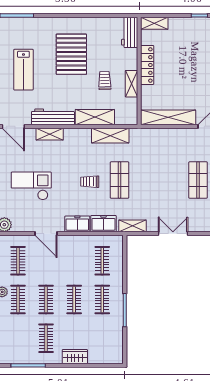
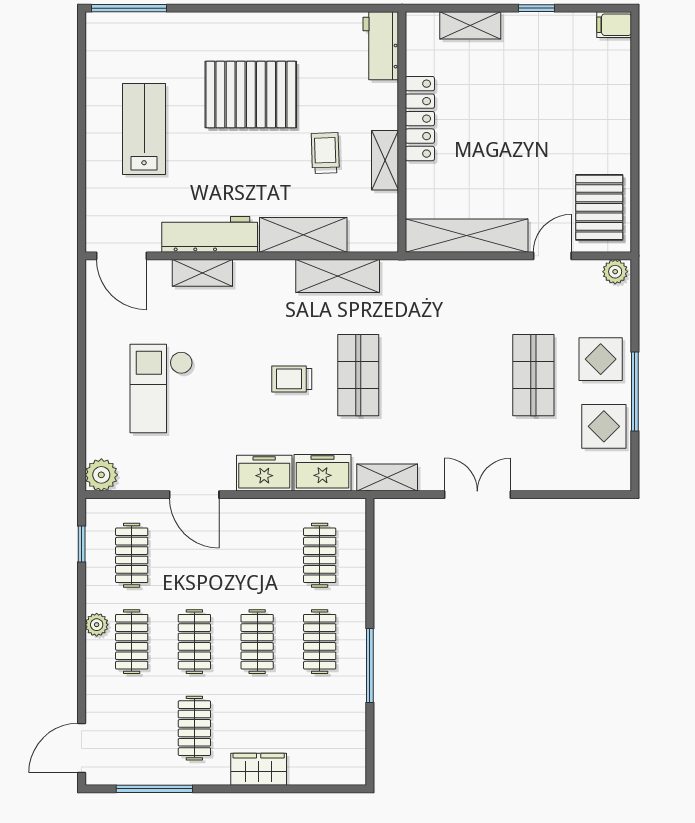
shelving: (154, 23) -> (470, 25), moved
pallet: (71, 54) -> (251, 95), turned 90
lab bench: (23, 70) -> (144, 129), turned 180
checkout: (31, 186) -> (161, 388), turned -90

